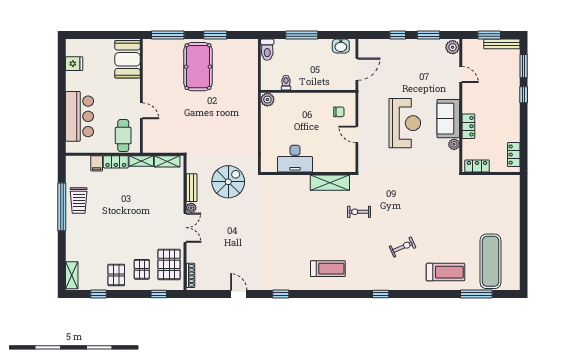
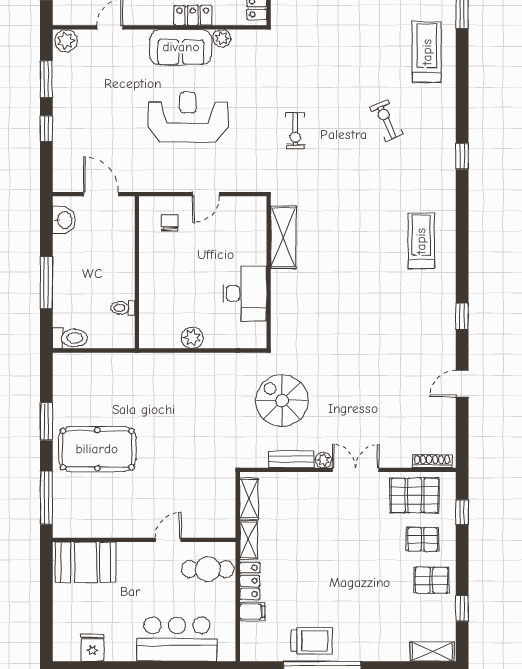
plant: (267, 100) -> (192, 338), moved
exercise bike: (359, 212) -> (295, 131), moved

